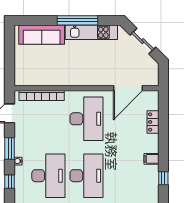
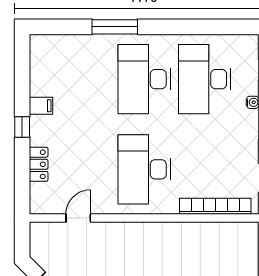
door: (128, 88) -> (78, 218), width x0.53
window: (163, 178) -> (22, 127), moved

